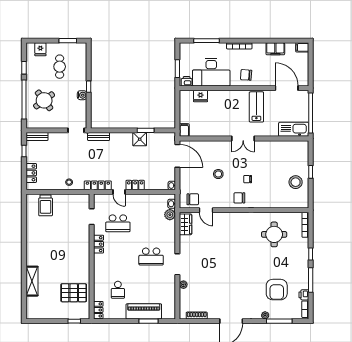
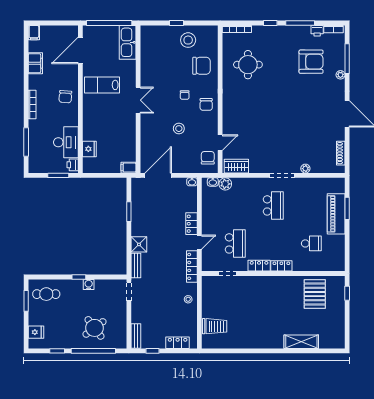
cafe table: (60, 67) -> (46, 294), moved
desk: (211, 72) -> (66, 142), width x0.73, depth x0.77
shower: (140, 139) -> (139, 244), moved
chair: (273, 194) -> (201, 66), added
locker: (98, 310) -> (281, 266), moved

